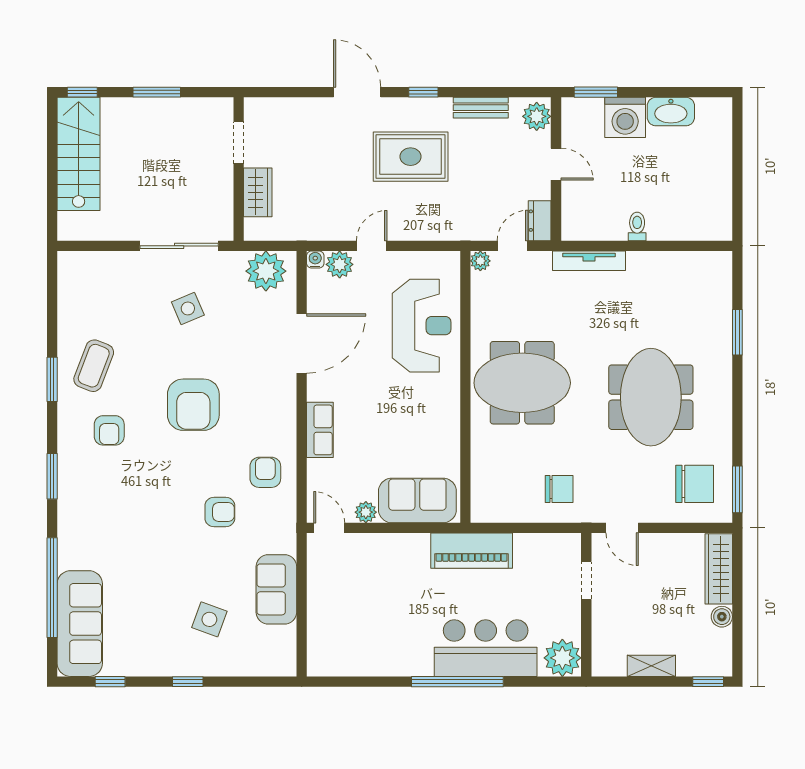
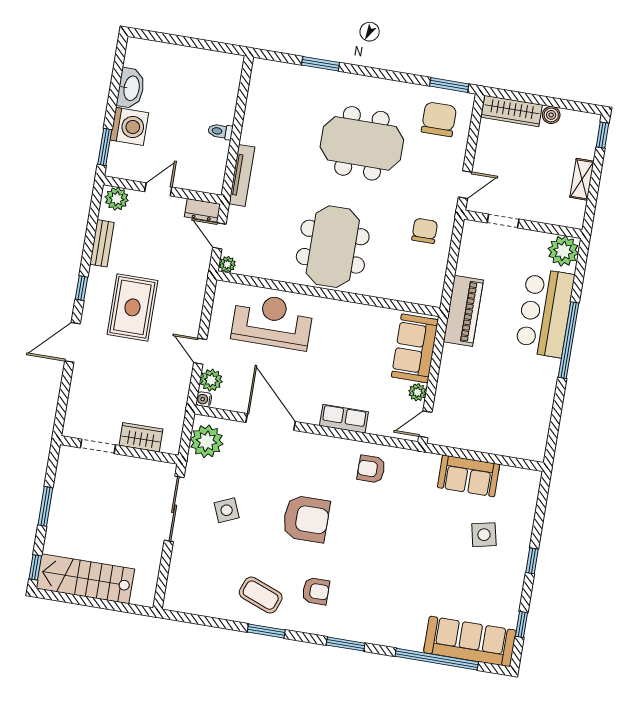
armchair: (220, 512) -> (398, 512), removed
side table: (209, 619) -> (484, 535), turned -32

